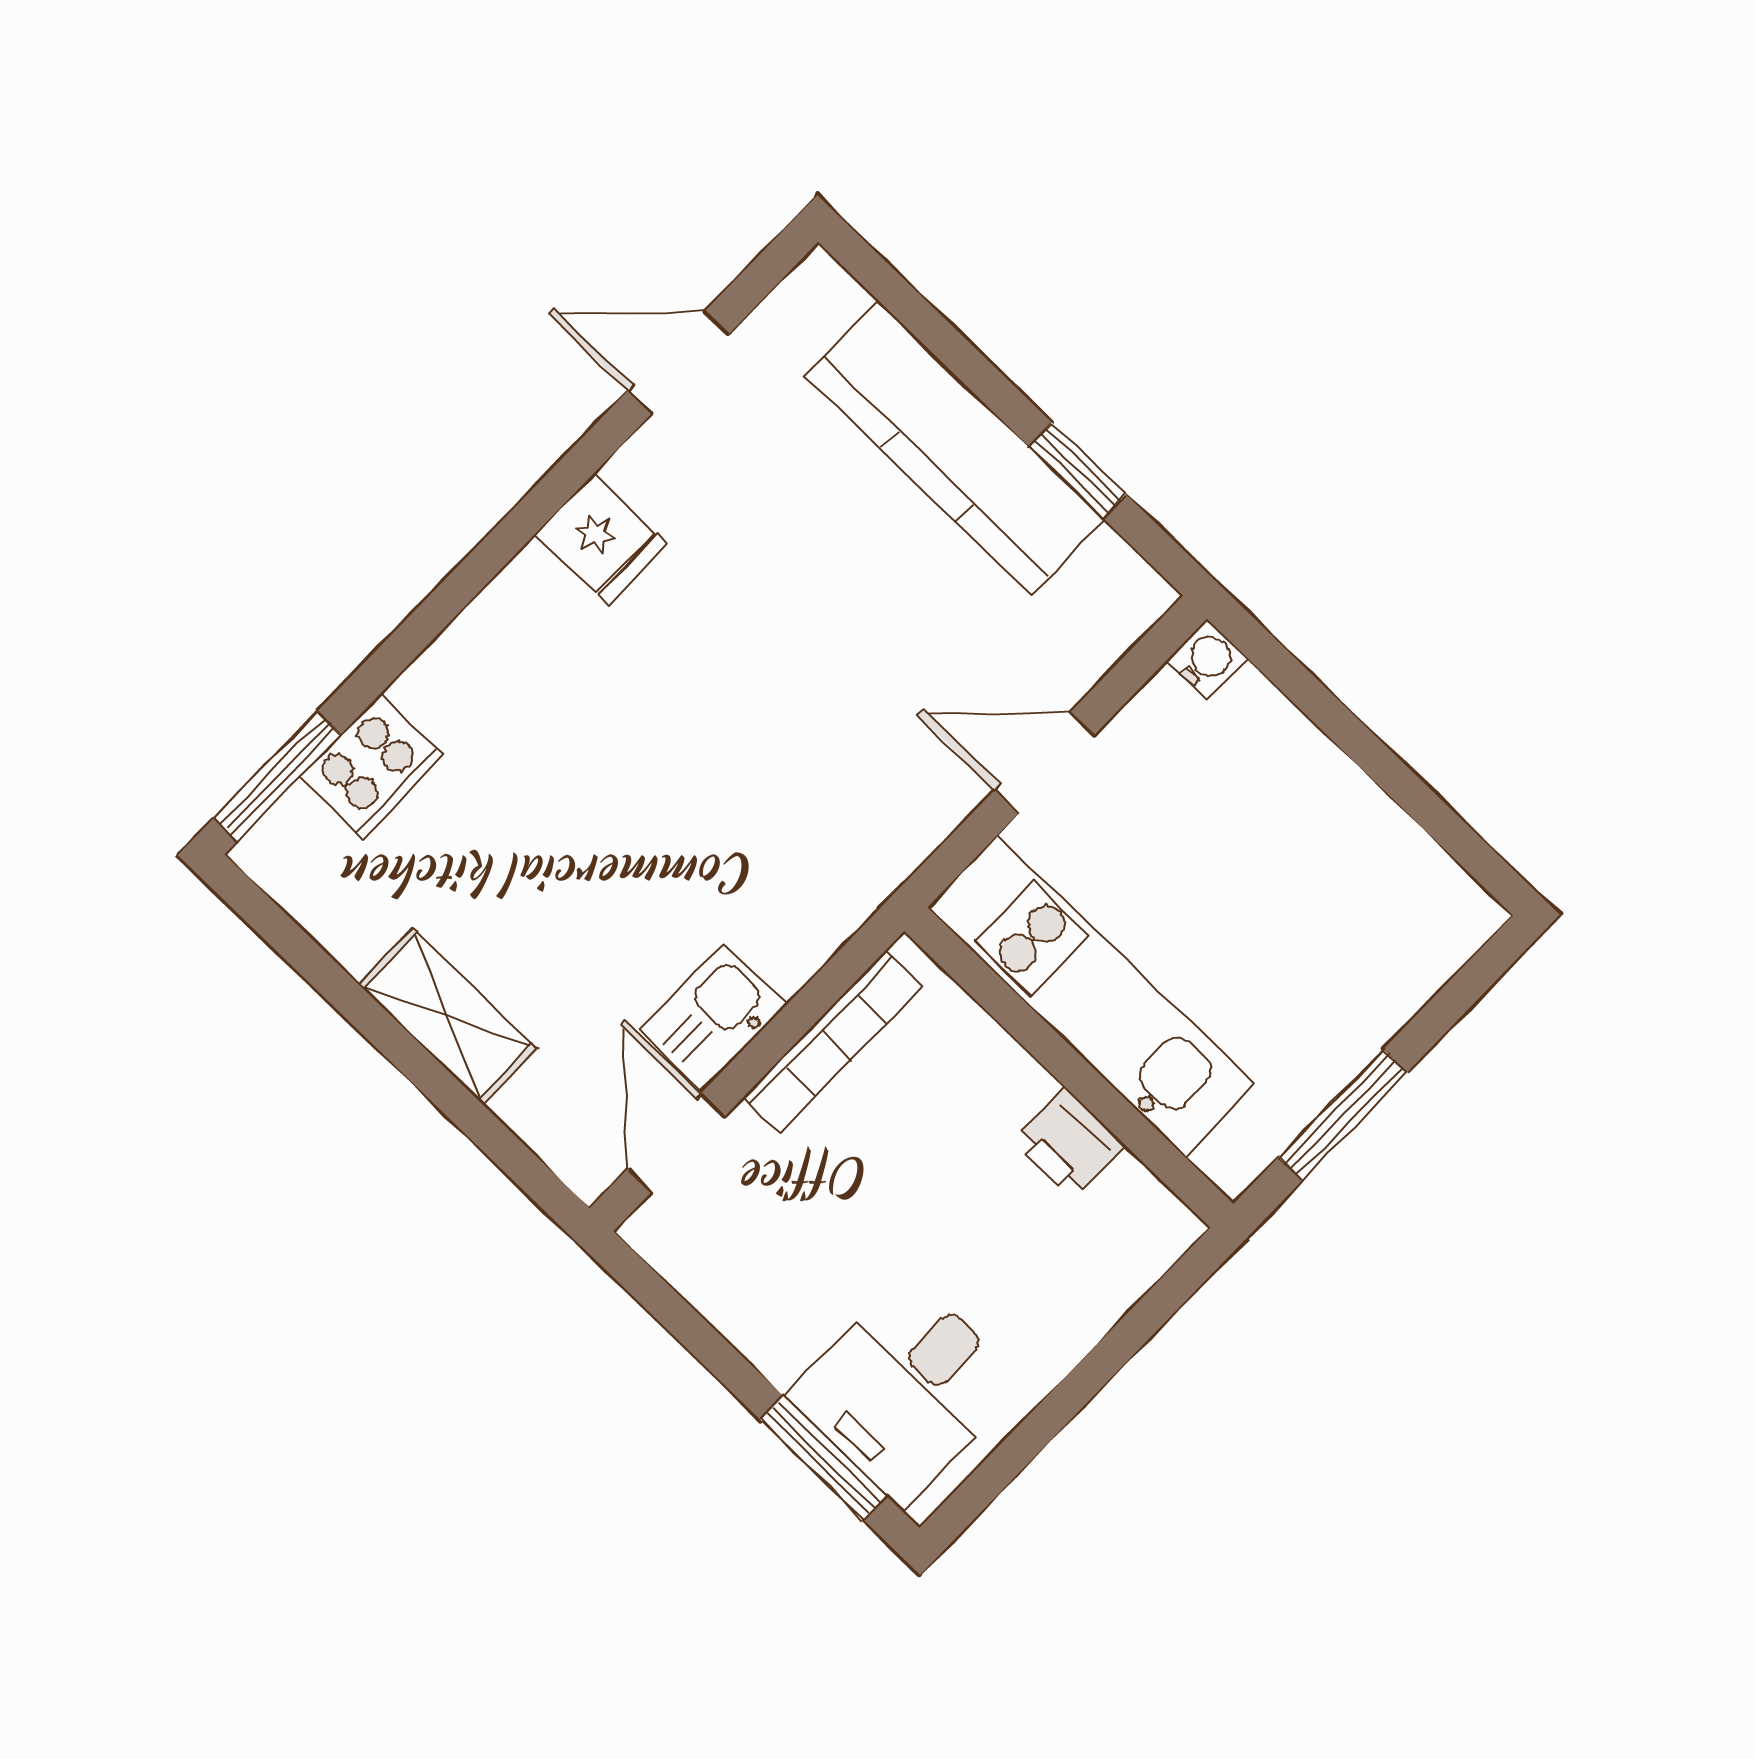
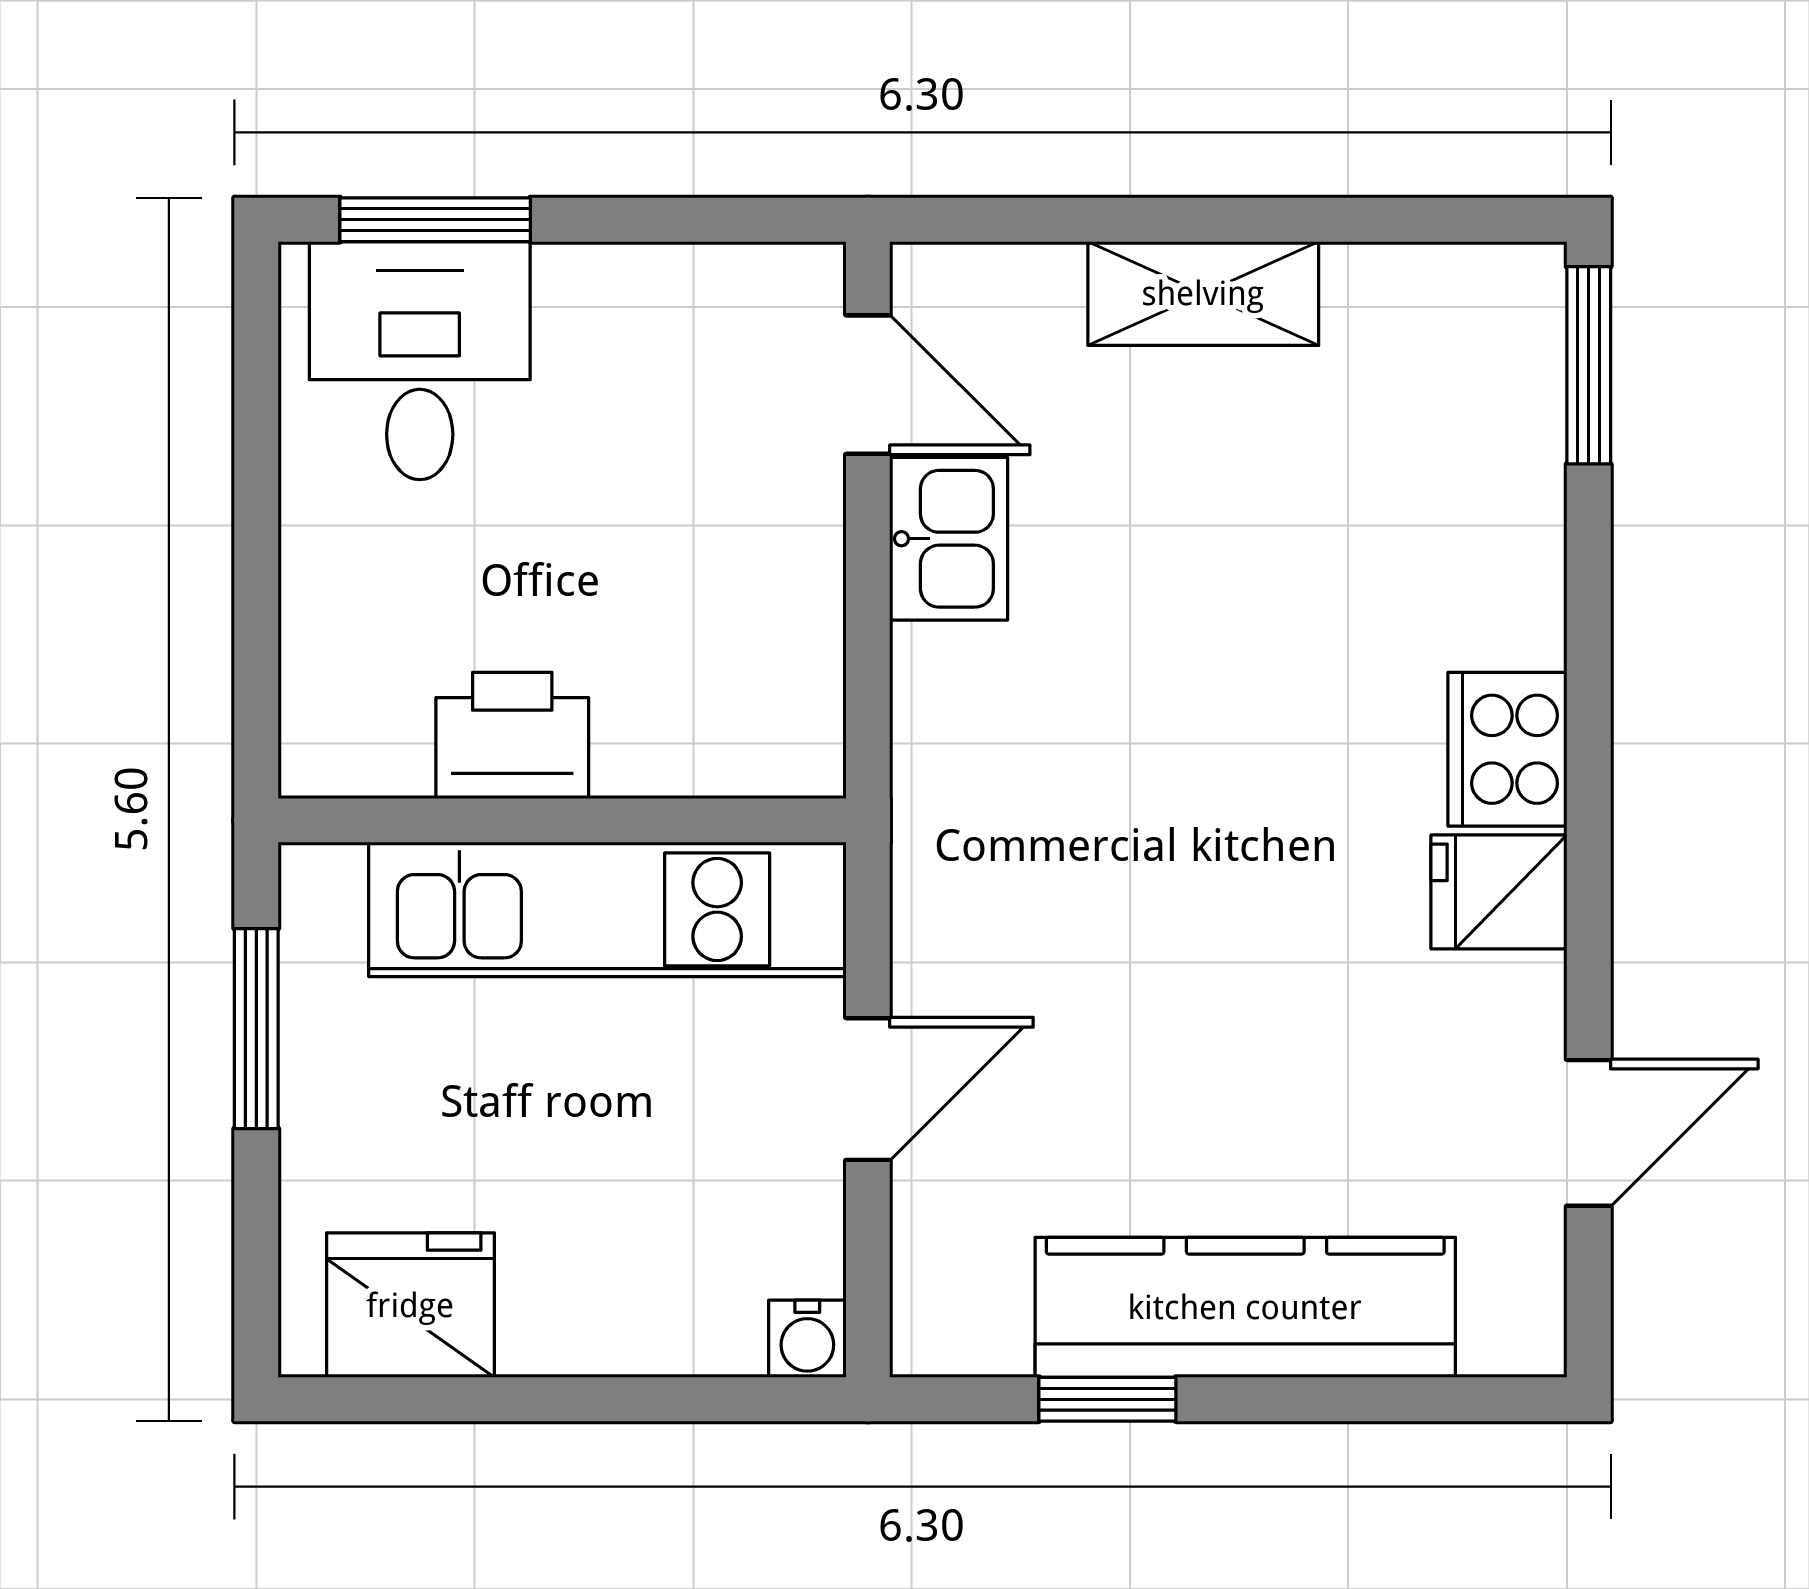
cooker: (372, 767) -> (1507, 749), moved
fridge: (1404, 885) -> (410, 1305), added
bookcase: (833, 1042) -> (811, 626), removed
printer: (1069, 1143) -> (512, 735), width x1.36, depth x1.24

